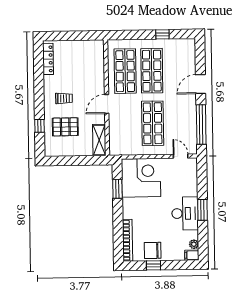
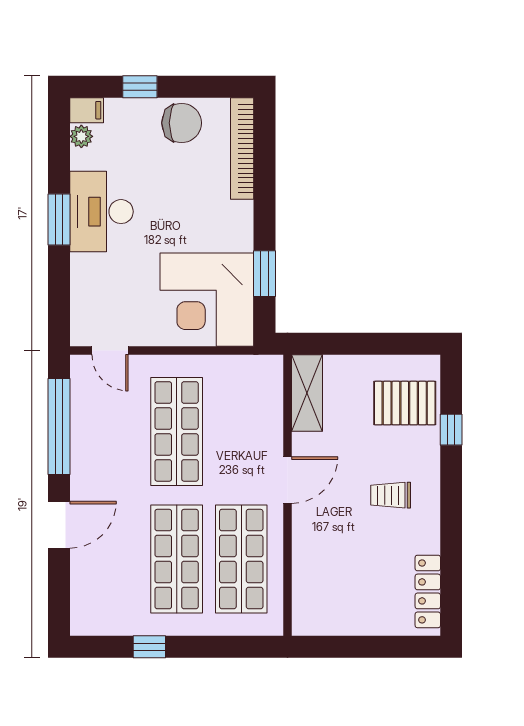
pallet: (65, 127) -> (405, 403), moved
window: (153, 265) -> (140, 87), moved

